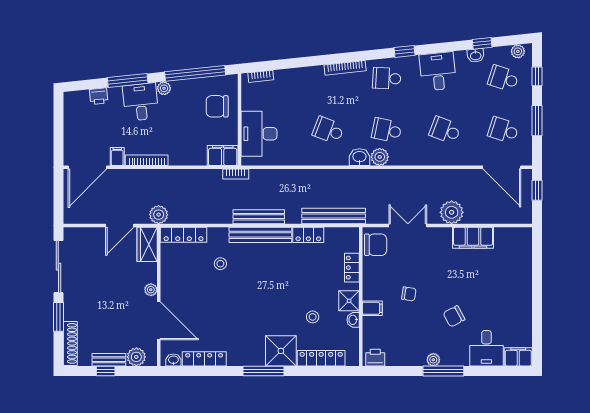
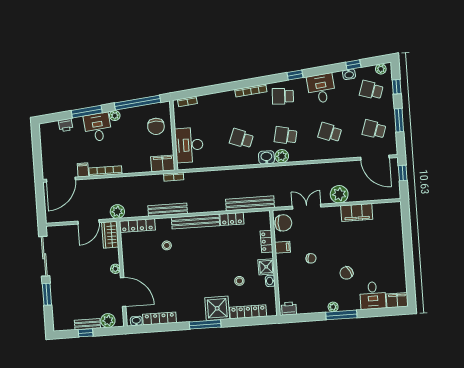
chair: (217, 106) -> (156, 126), turned -90
bench: (259, 217) -> (168, 210), moved
filing cabinet: (372, 308) -> (283, 247), moved
shoe rack: (70, 343) -> (57, 314), removed

